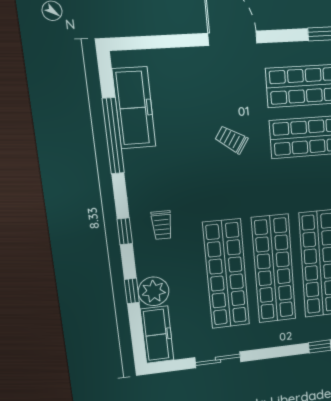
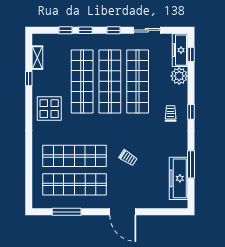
window: (113, 136) -> (191, 164), width x0.68
window: (132, 291) -> (191, 54), moved
window: (274, 352) -> (114, 30), added

